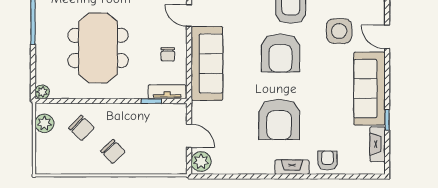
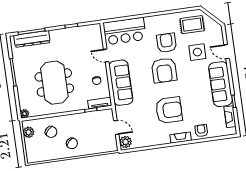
armchair: (279, 119) -> (169, 110), turned -90

